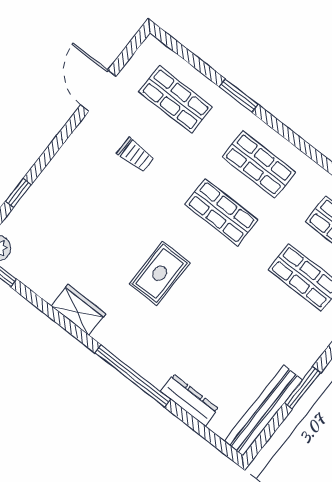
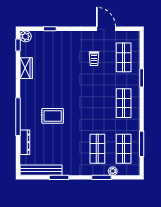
door: (98, 91) -> (106, 29), hinge flipped
shop shelf: (221, 212) -> (97, 103), removed
rug: (160, 273) -> (53, 116), moved
wardrobe: (78, 310) -> (26, 68), moved

